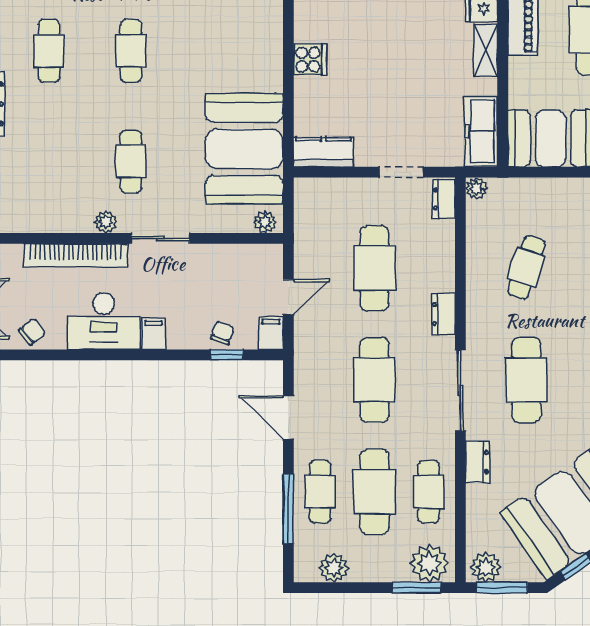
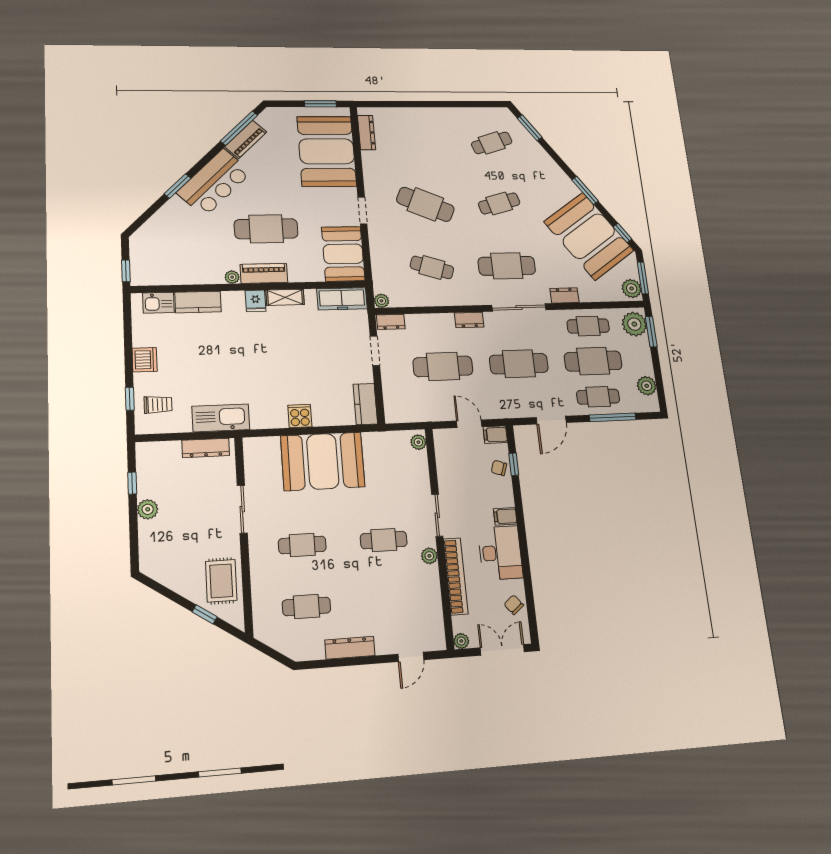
booth: (244, 149) -> (323, 461), moved

